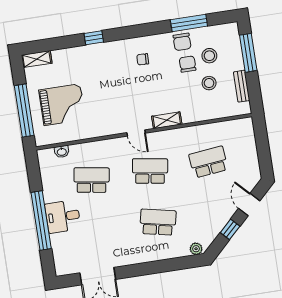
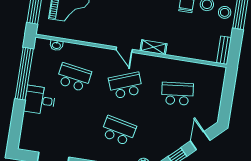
stool: (209, 83) -> (225, 12), moved
bench: (242, 86) -> (224, 50), moved
school desk: (150, 171) -> (126, 85), turned -30
window: (41, 221) -> (24, 74), moved

